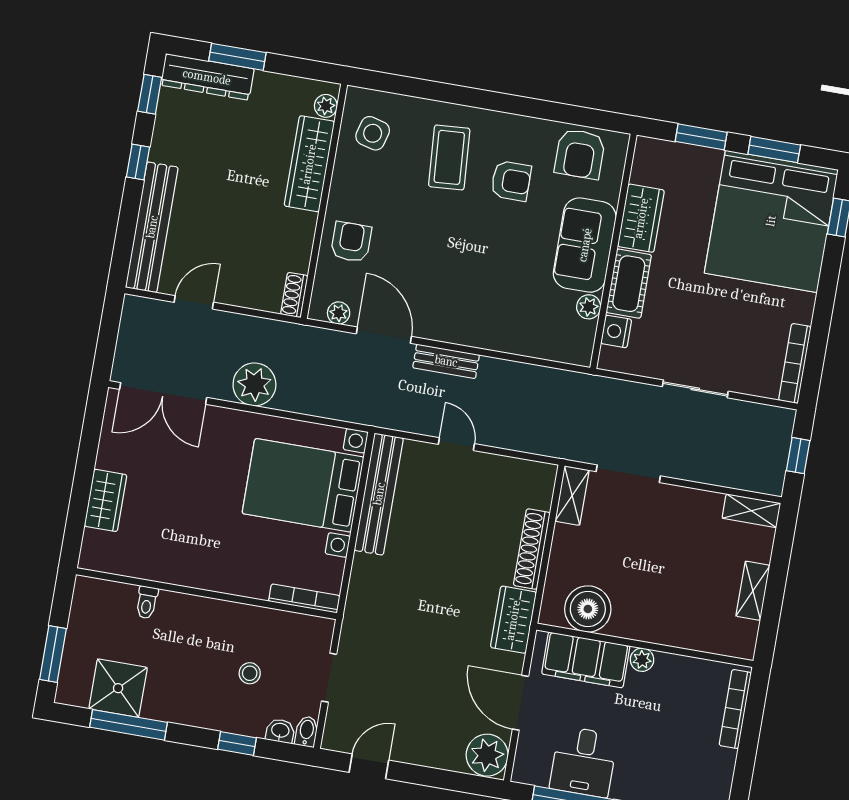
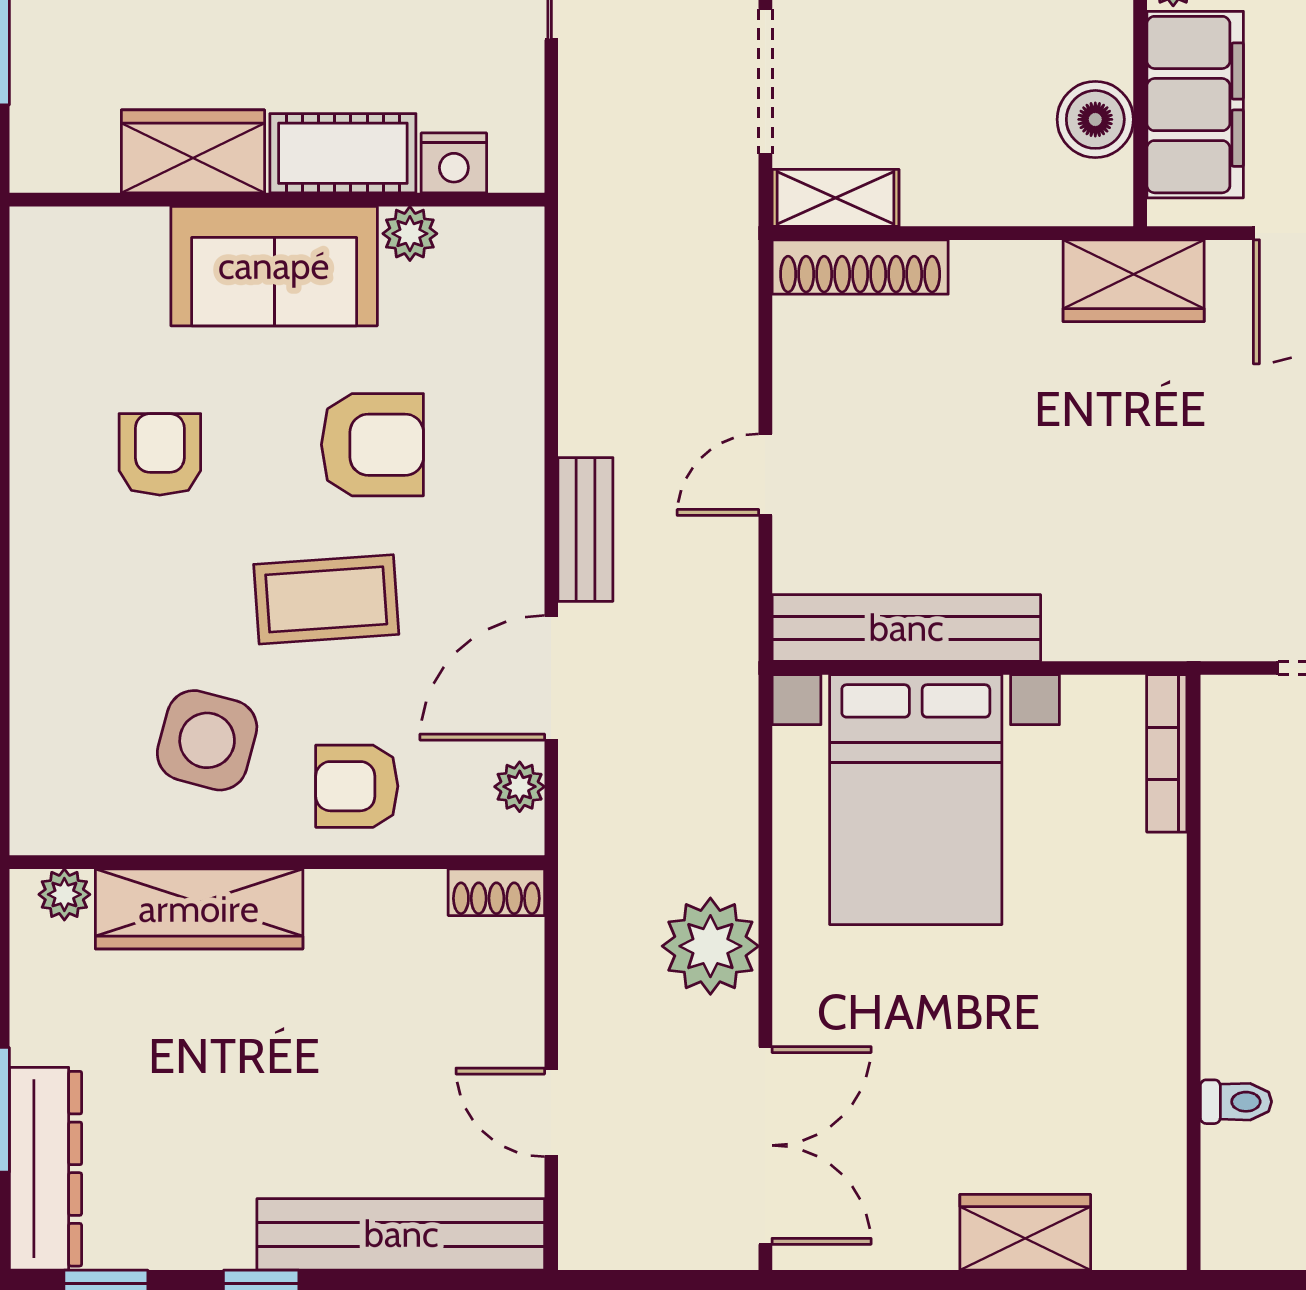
side table: (373, 133) -> (207, 740), moved, width x1.37, depth x1.37
armchair: (580, 154) -> (372, 445), moved
coffee table: (449, 157) -> (326, 599), moved
shoe rack: (532, 549) -> (860, 267), moved
boiler: (588, 609) -> (1095, 119), width x0.73, depth x0.73

